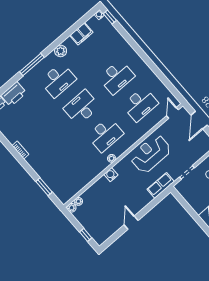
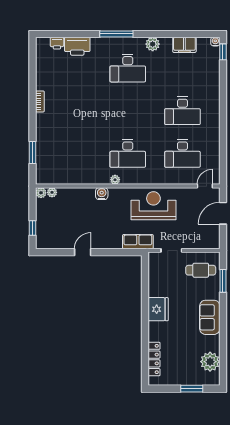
desk: (82, 107) -> (128, 111), removed

